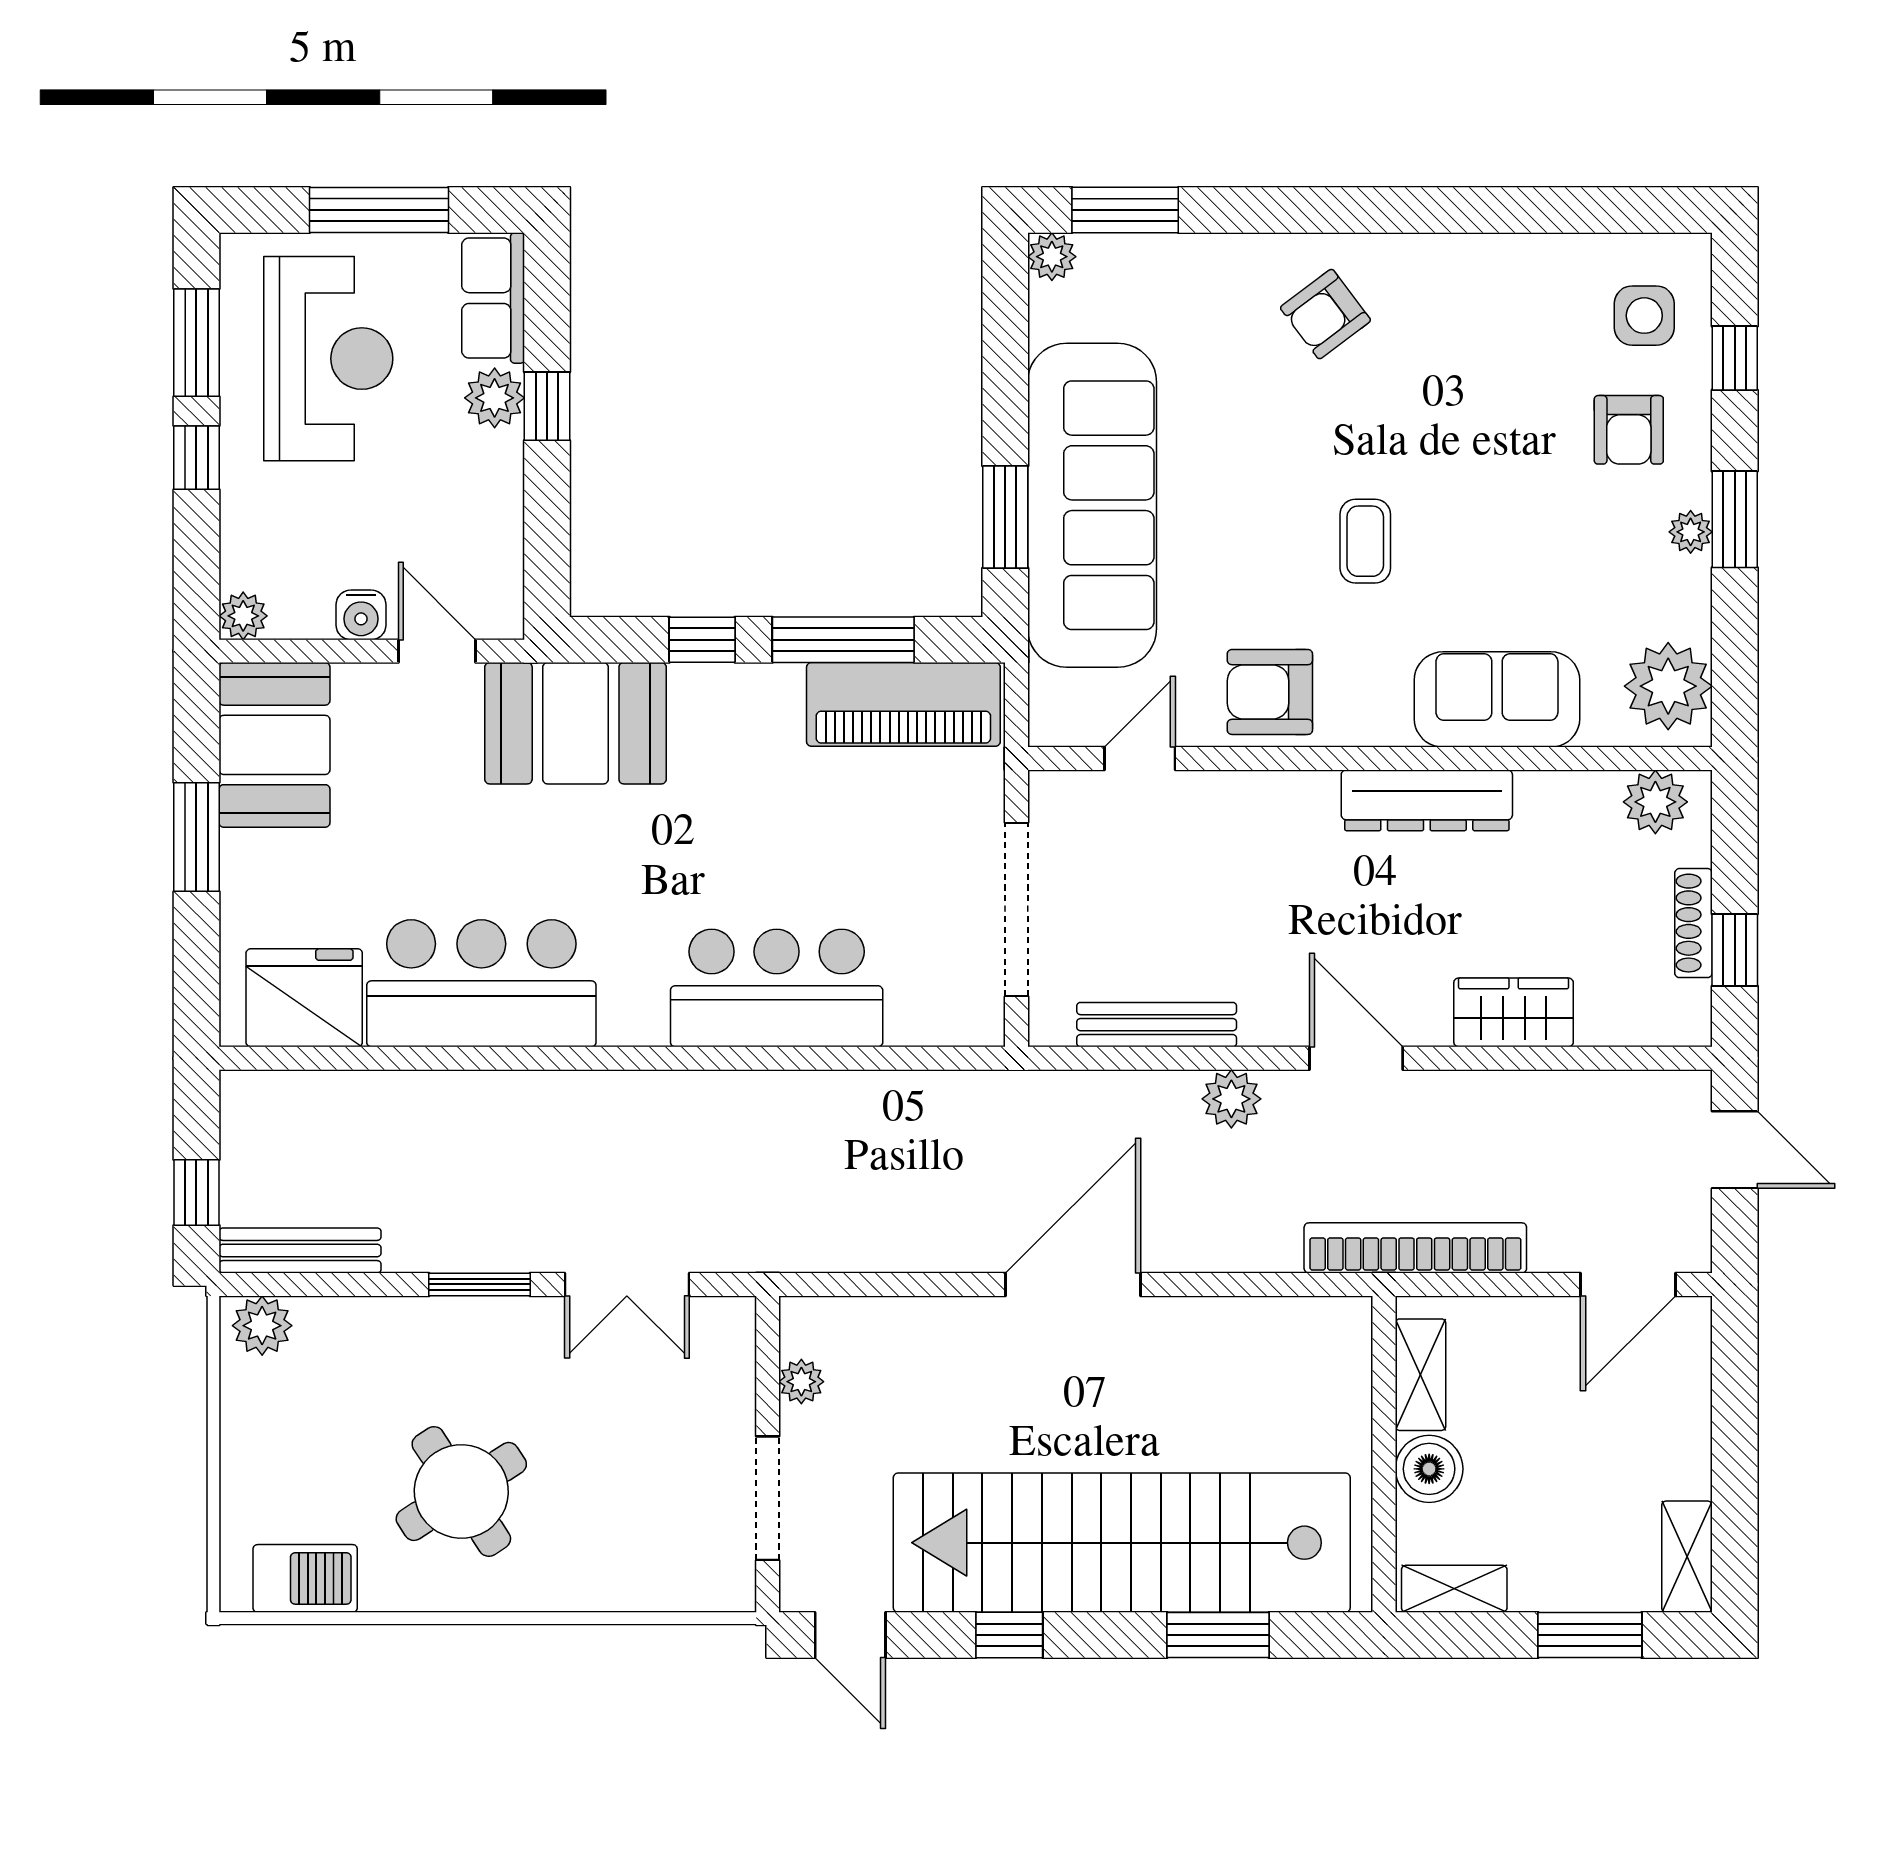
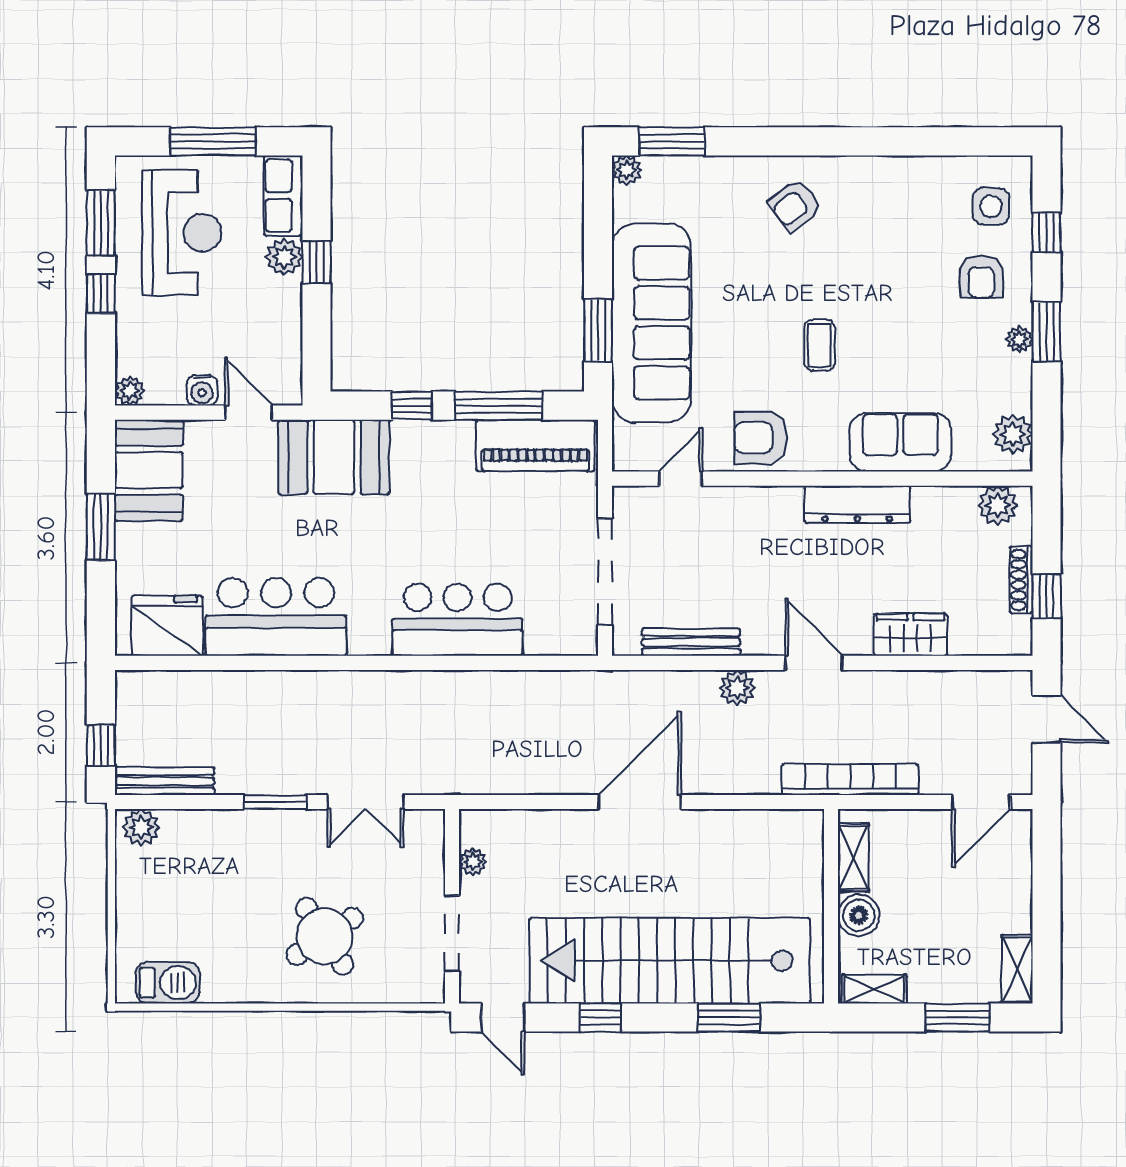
plant: (1668, 686) -> (1013, 434), width x0.73, depth x0.73
round table: (461, 1491) -> (325, 936), moved

